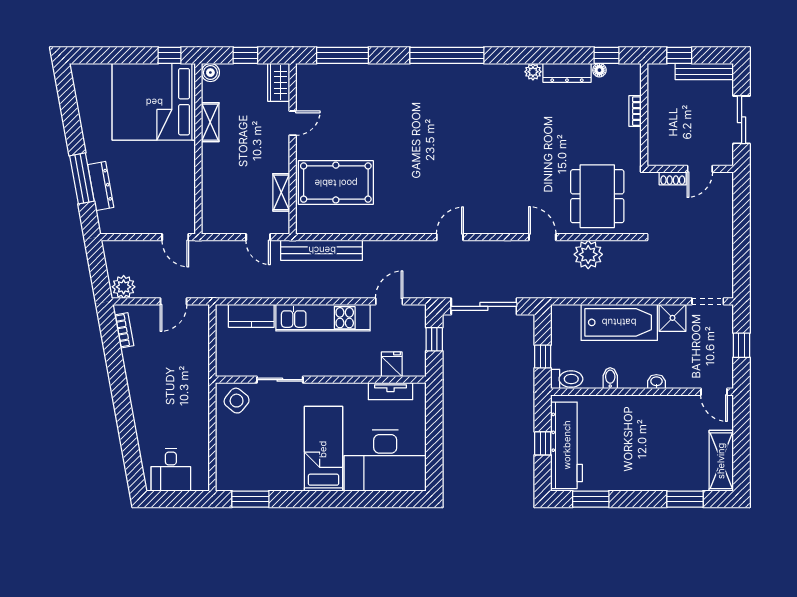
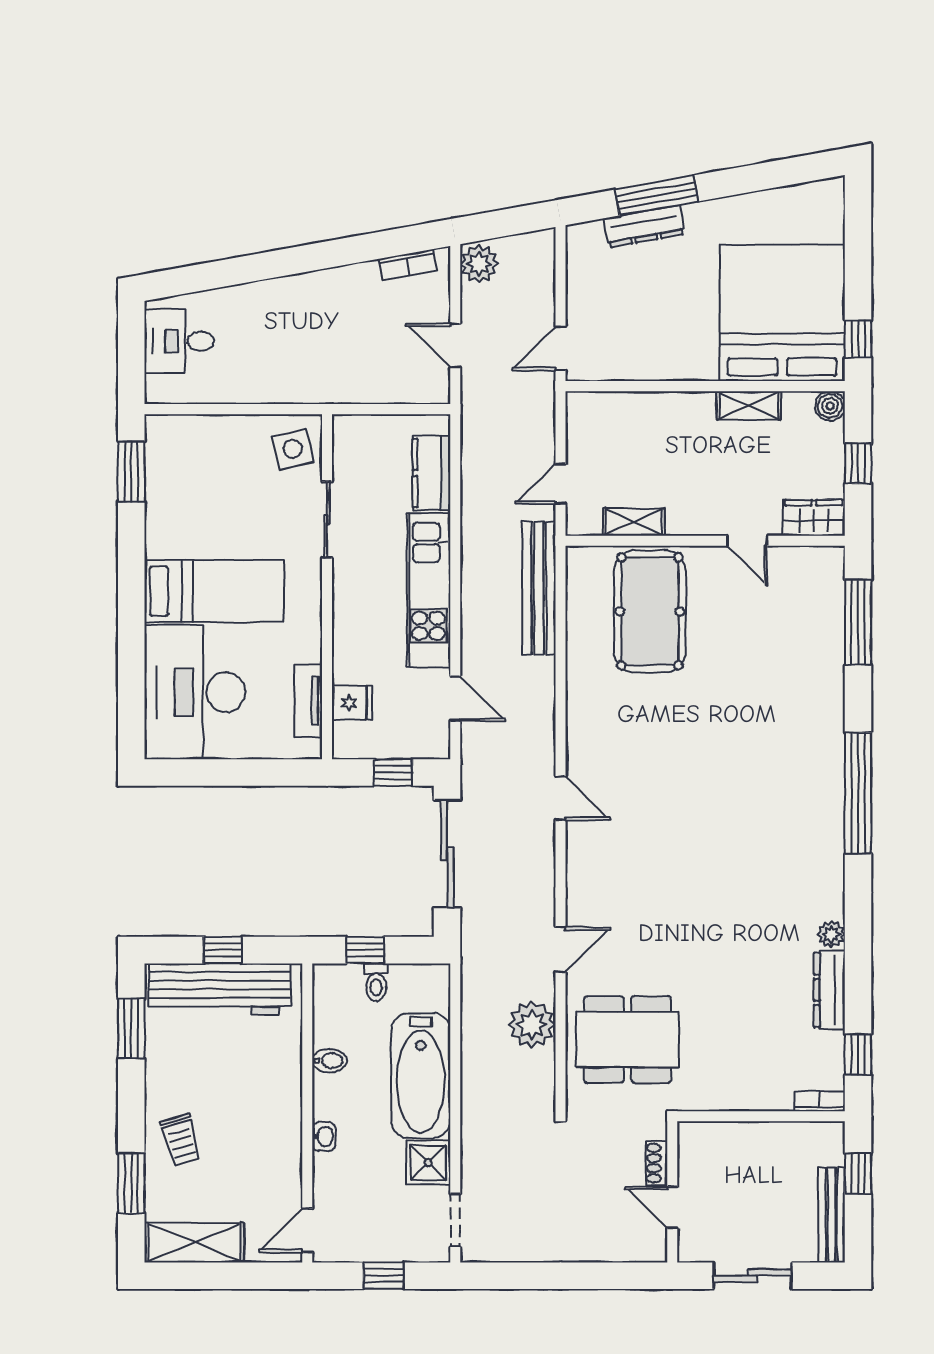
floor lamp: (599, 70) -> (834, 1043), removed
bookcase: (635, 111) -> (820, 1101), moved
toilet: (567, 379) -> (376, 982), moved, width x0.73, depth x0.72
side table: (237, 401) -> (293, 449), turned 38
trolley: (659, 469) -> (181, 1140), added

